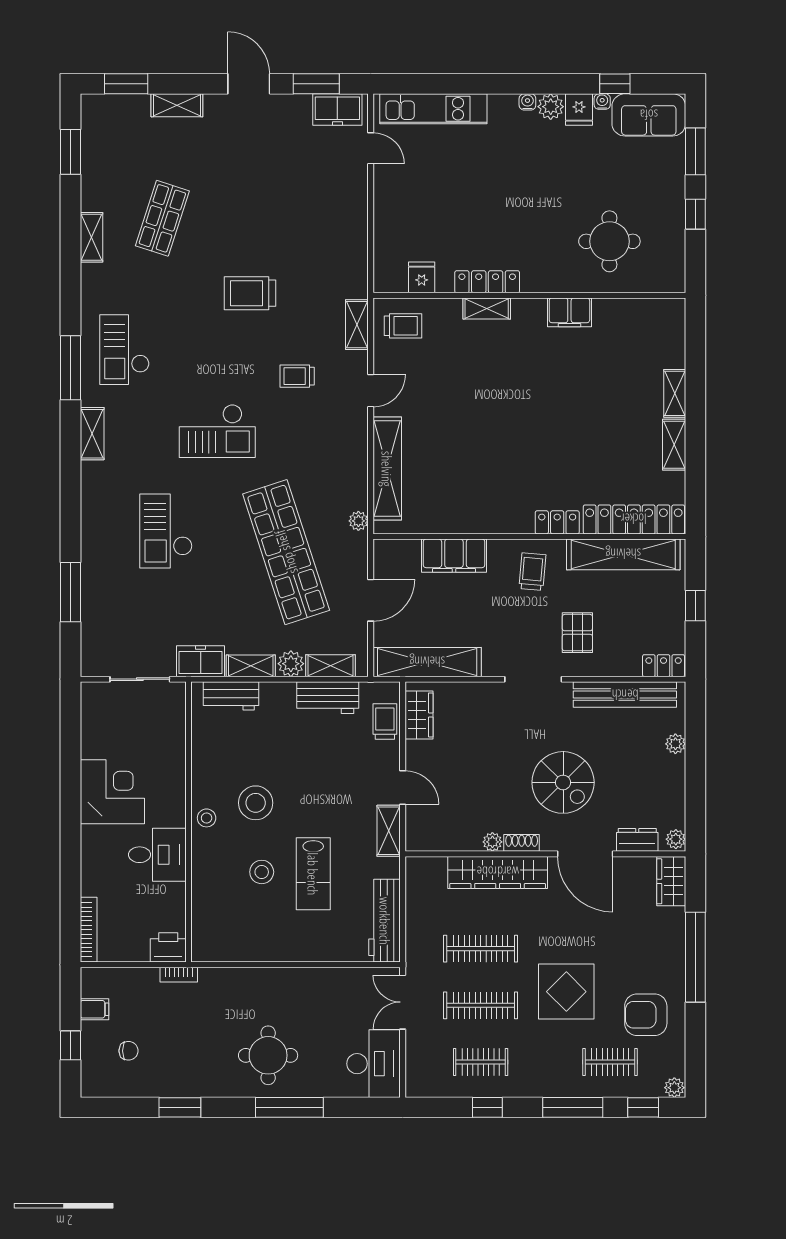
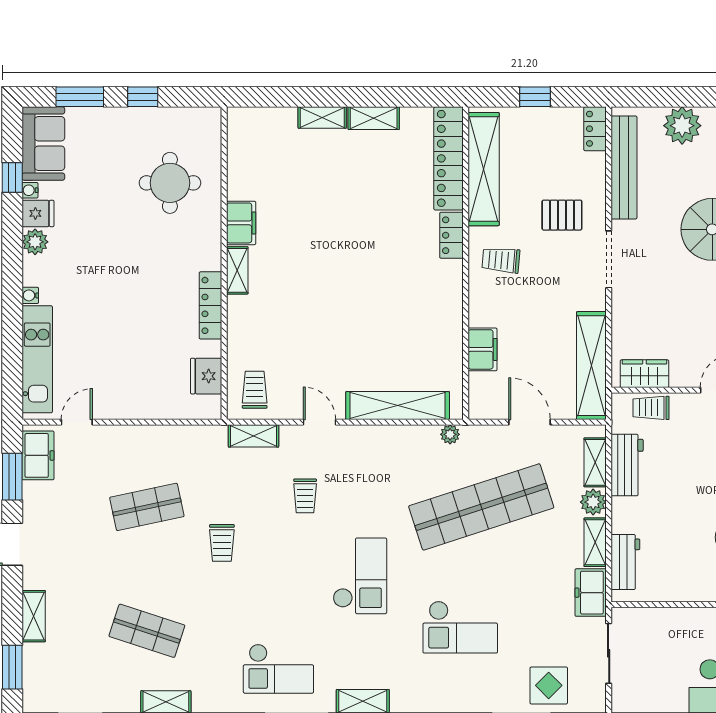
water cooler: (527, 102) -> (30, 295), moved
shop shelf: (286, 218) -> (147, 507), added
fridge: (422, 277) -> (206, 376), width x1.38
trolley: (250, 293) -> (222, 543), width x0.73, depth x0.72
shelving: (487, 308) -> (237, 270), moved
filing cabinet: (454, 556) -> (483, 349), width x0.67, depth x0.86
display table: (108, 619) -> (549, 685), added
plant: (675, 744) -> (682, 126), width x1.88, depth x1.88

